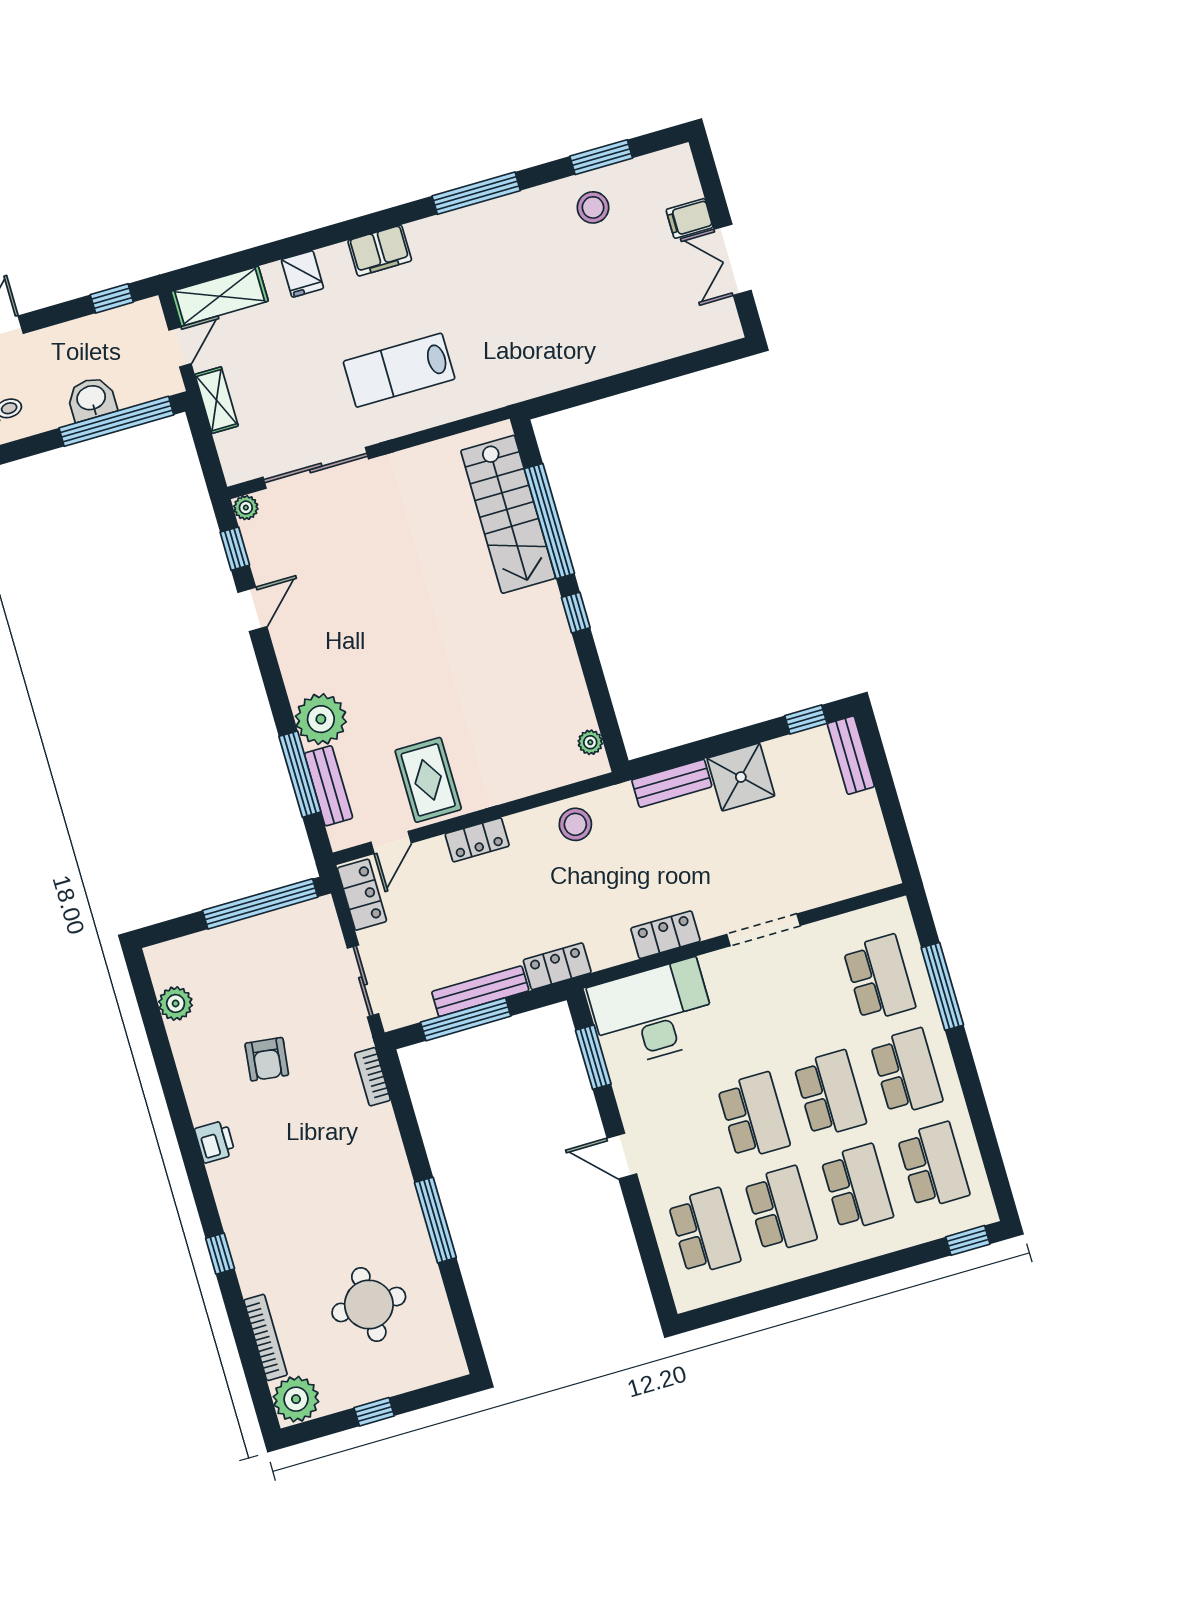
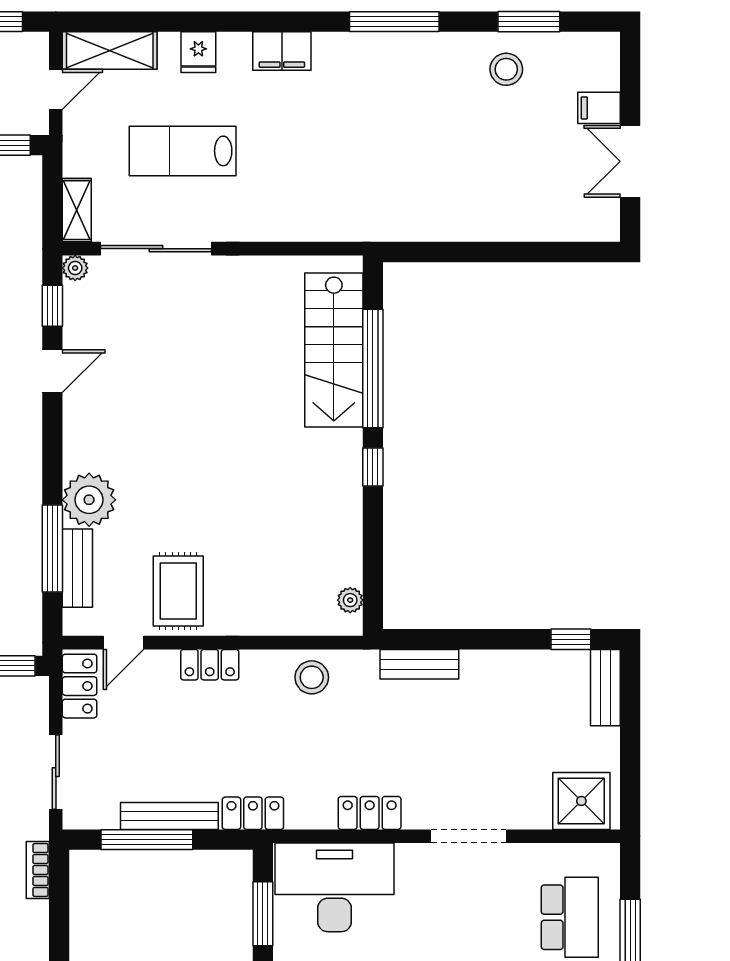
lab bench: (399, 370) -> (183, 151), moved
shelving: (217, 400) -> (77, 210), moved
shower: (741, 777) -> (581, 801), moved

